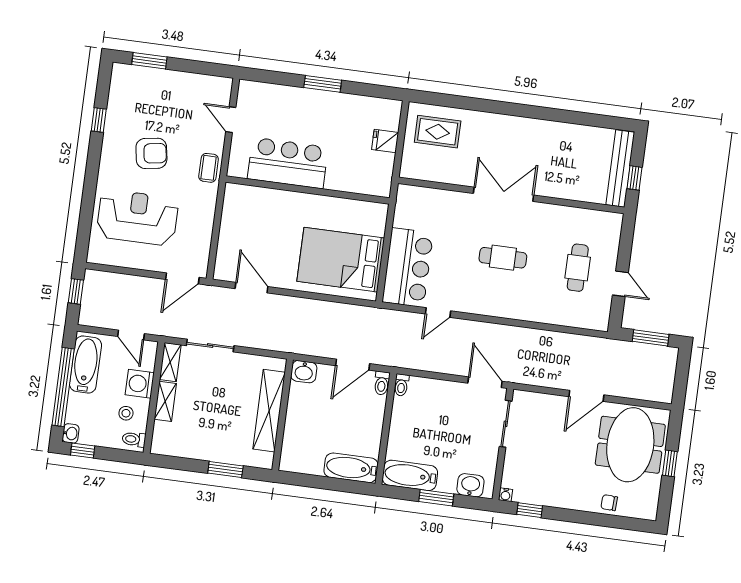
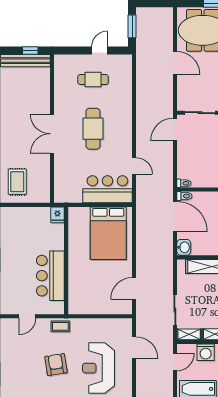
fridge: (385, 141) -> (57, 215), moved
cafe table: (503, 258) -> (93, 129), width x1.37, depth x1.35
door: (182, 278) -> (134, 348), moved
door: (353, 365) -> (175, 216), width x1.36

